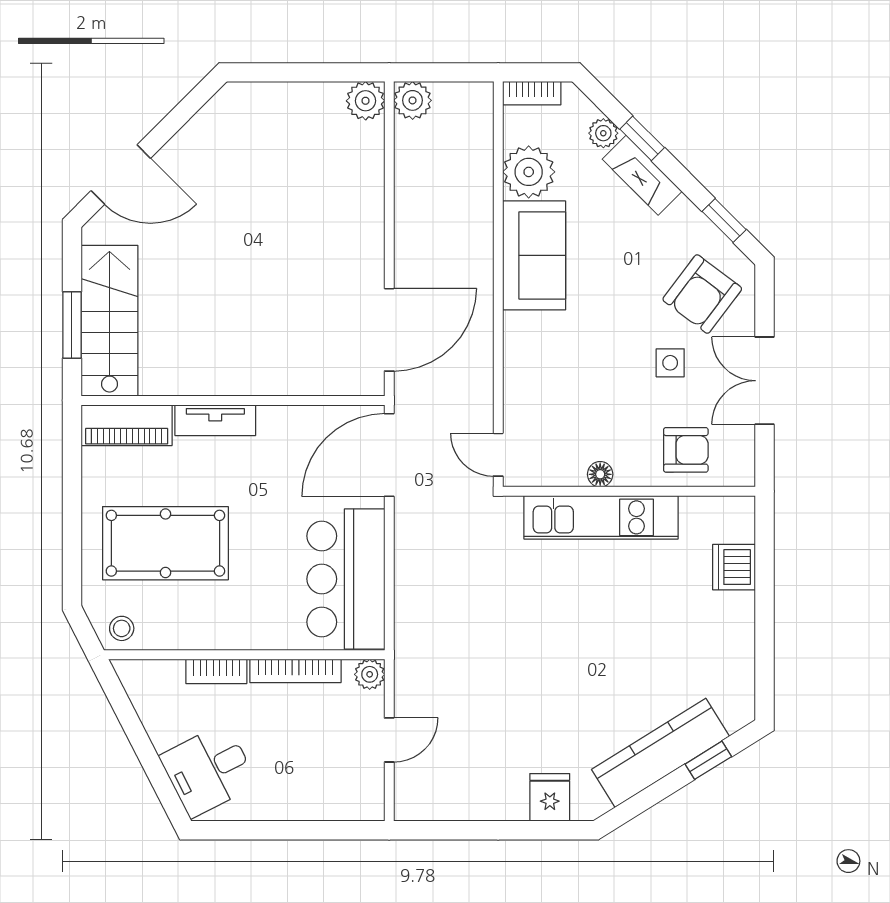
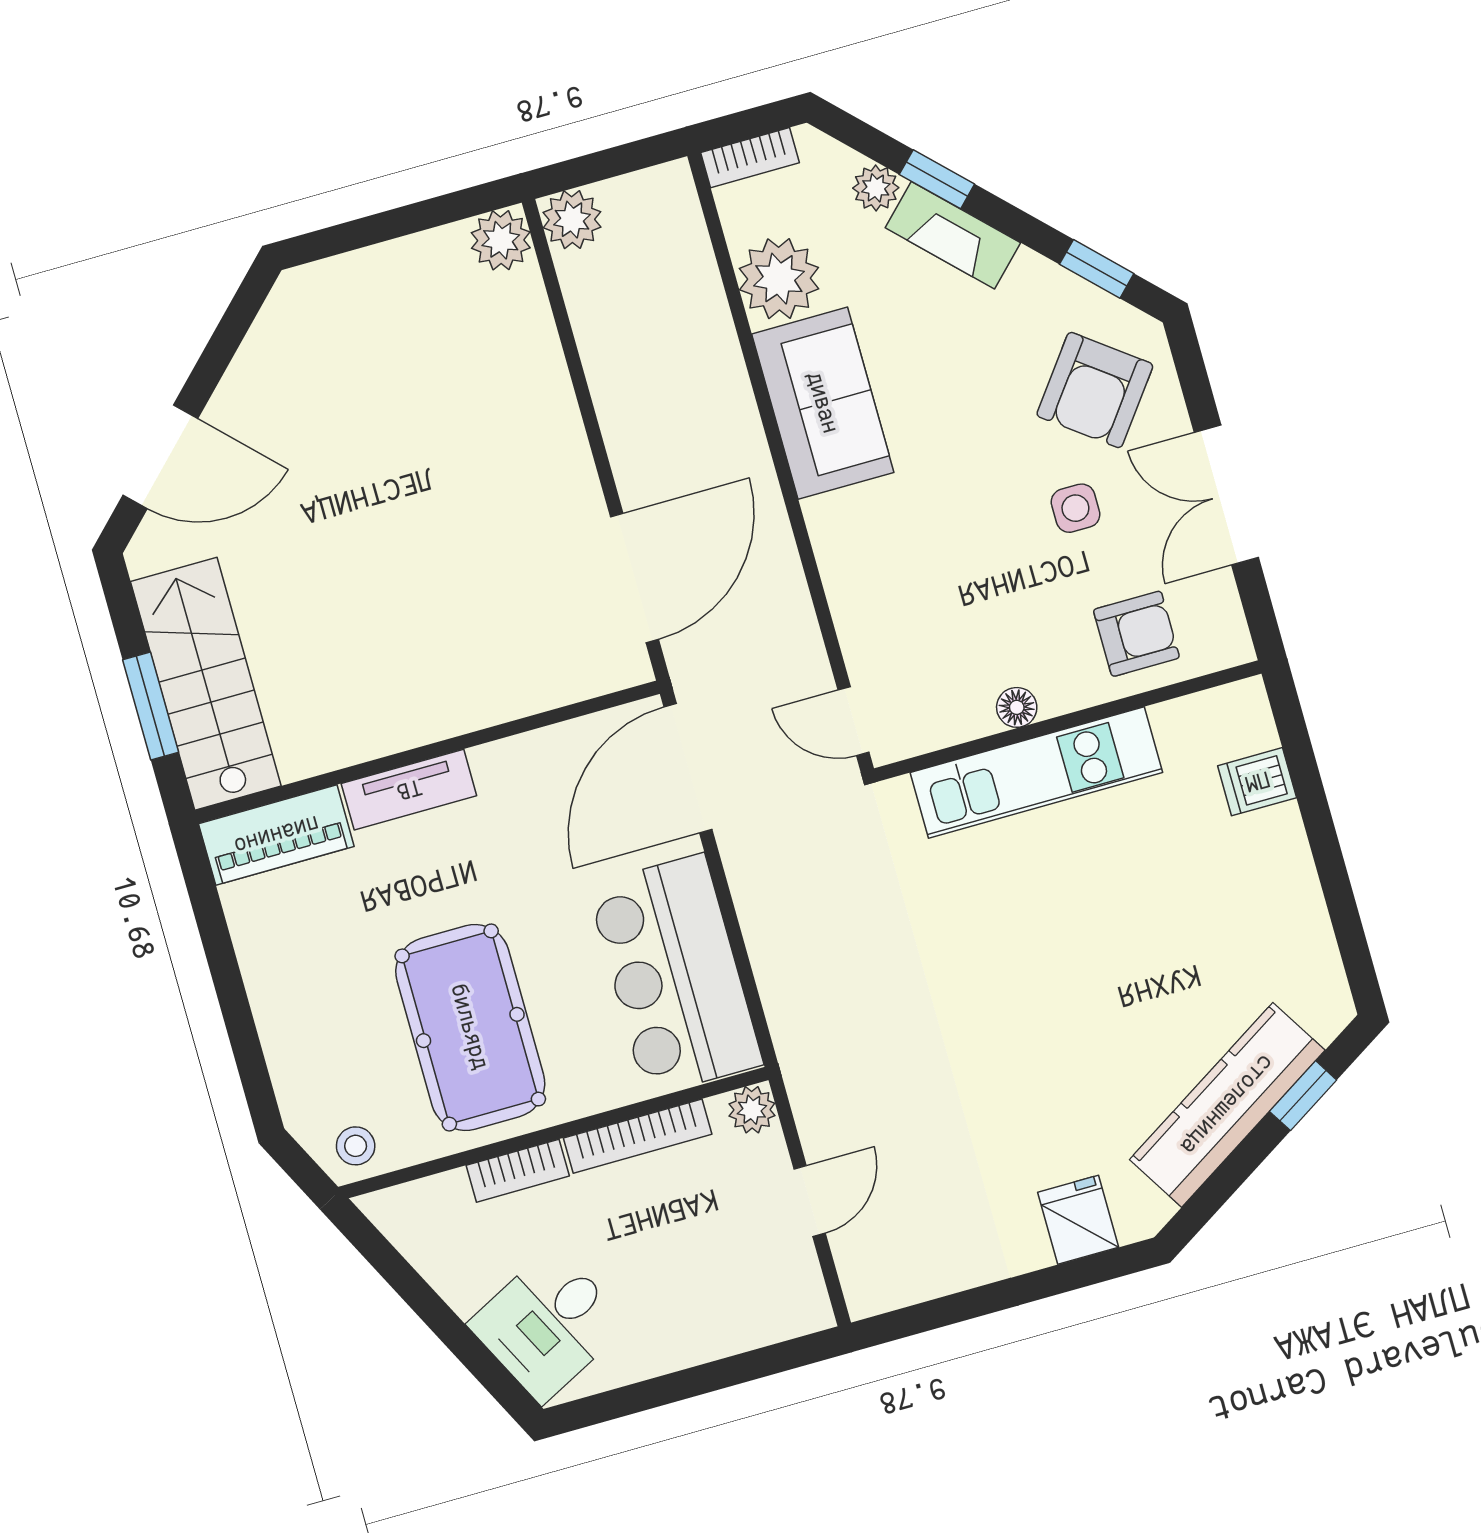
pool table: (165, 543) -> (470, 1027), moved, turned 90
dishwasher: (734, 567) -> (1257, 782), width x0.73

